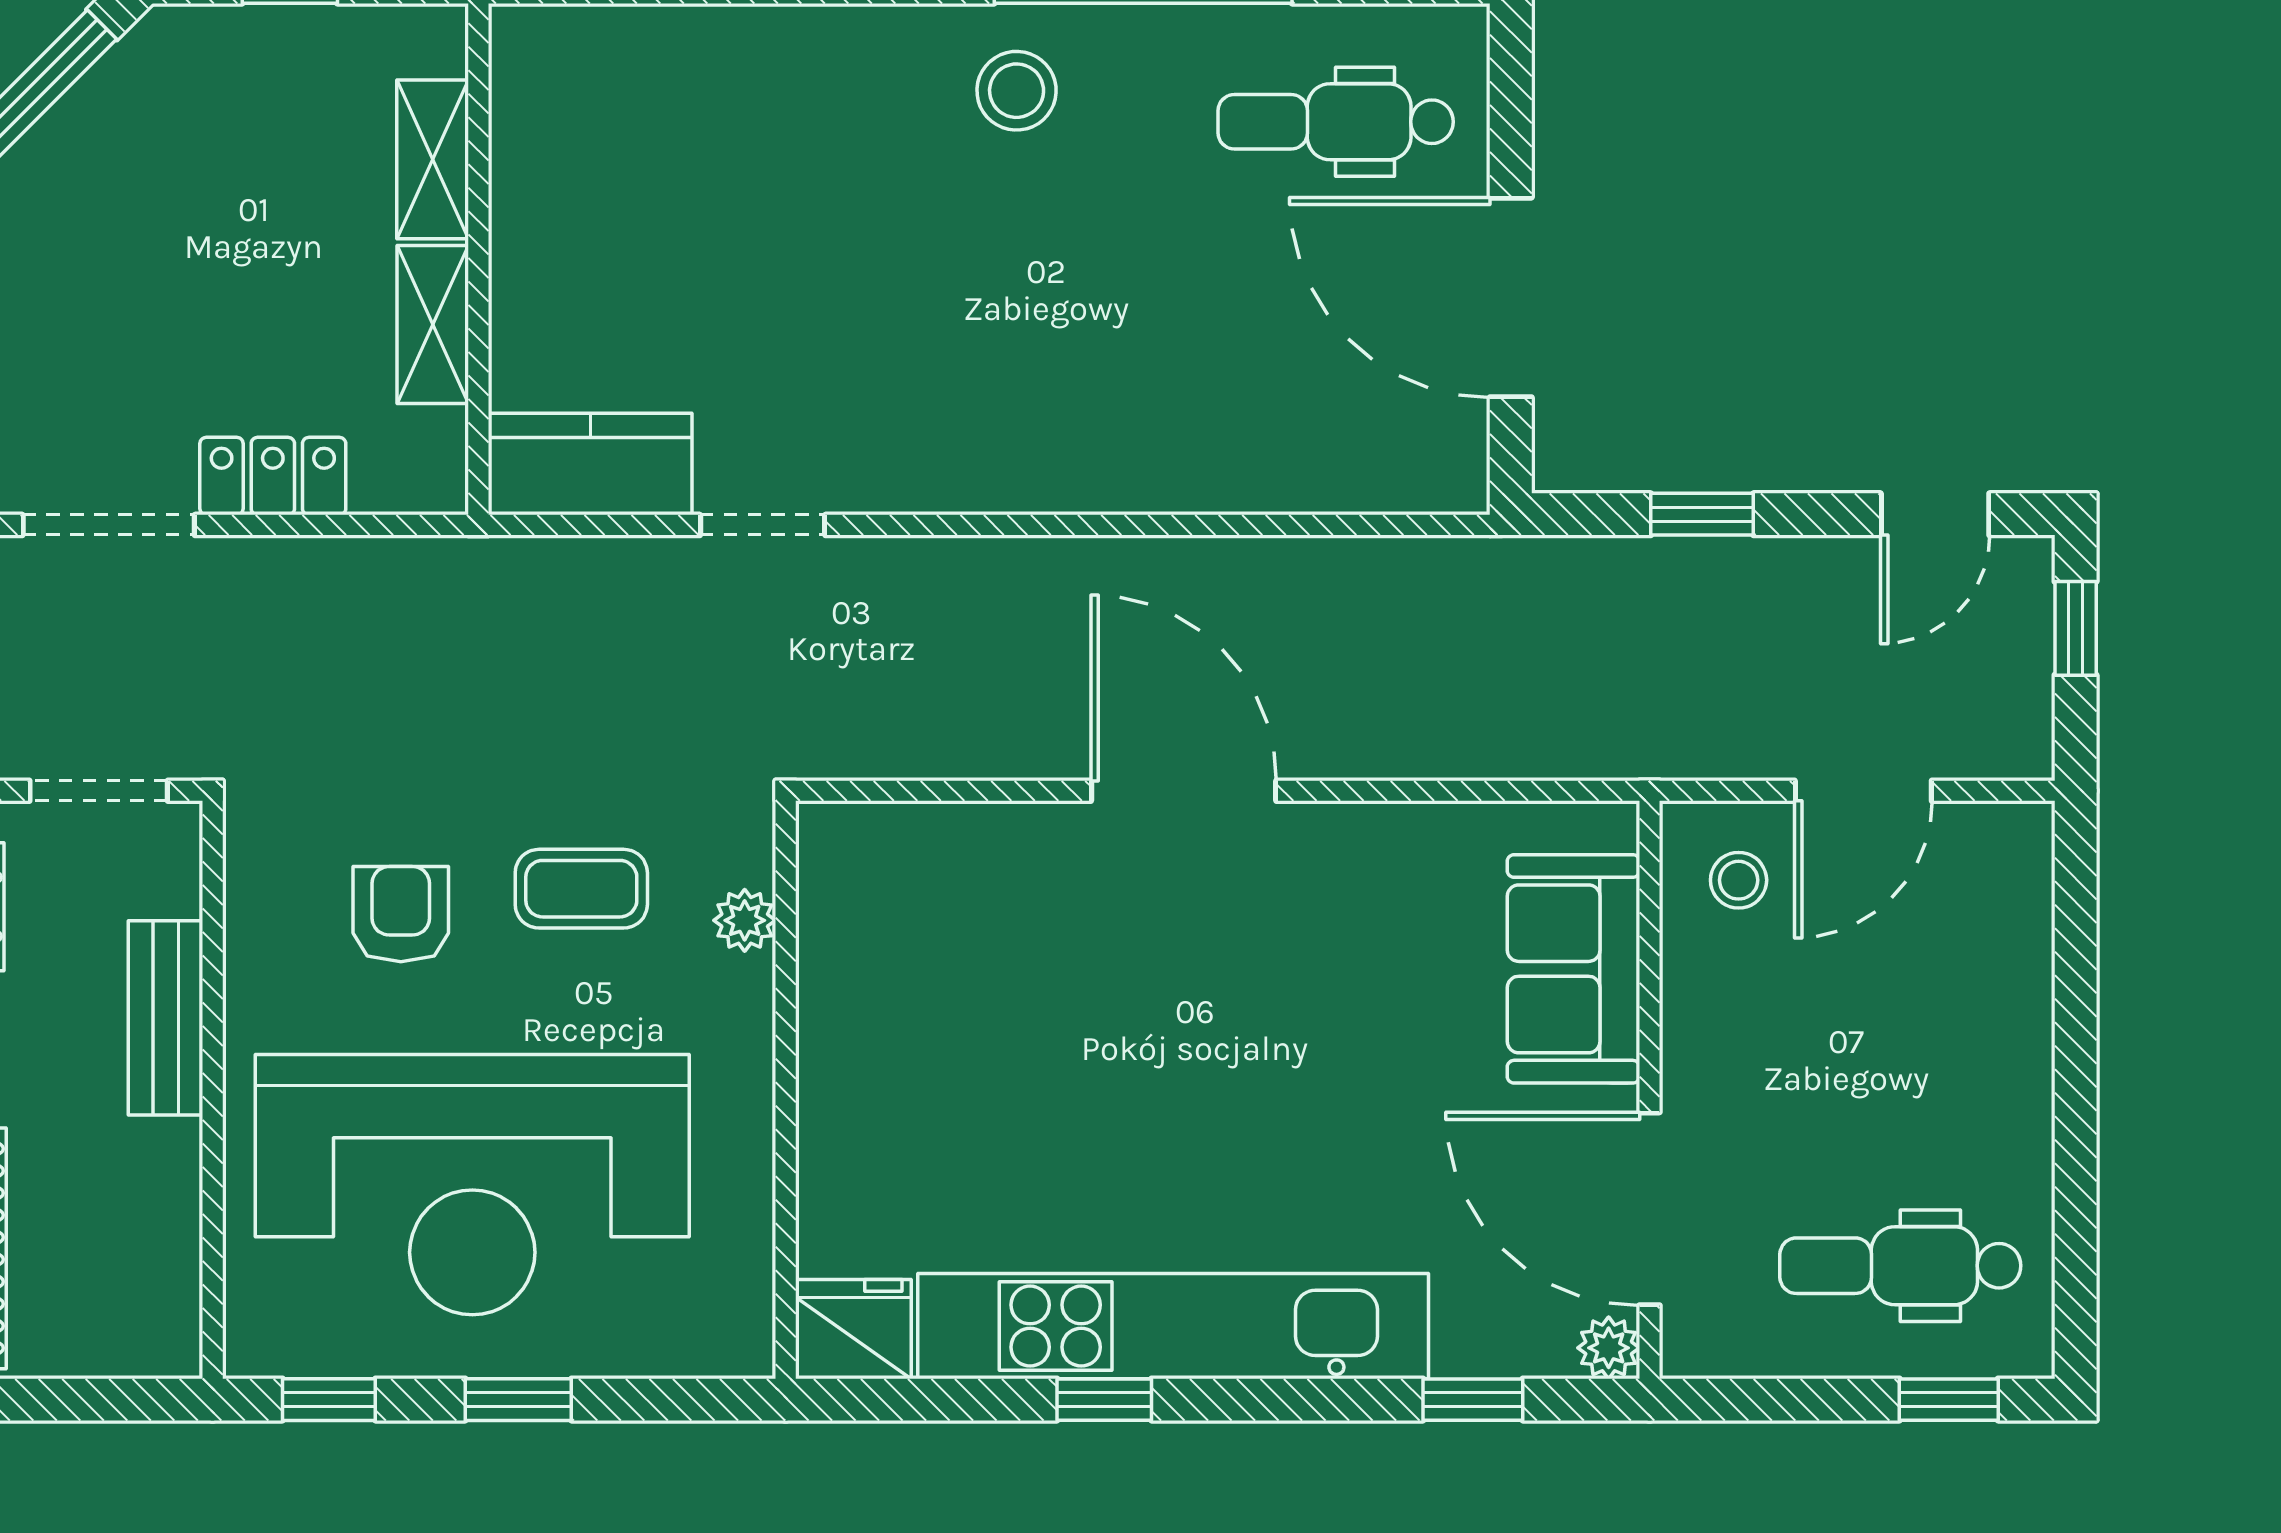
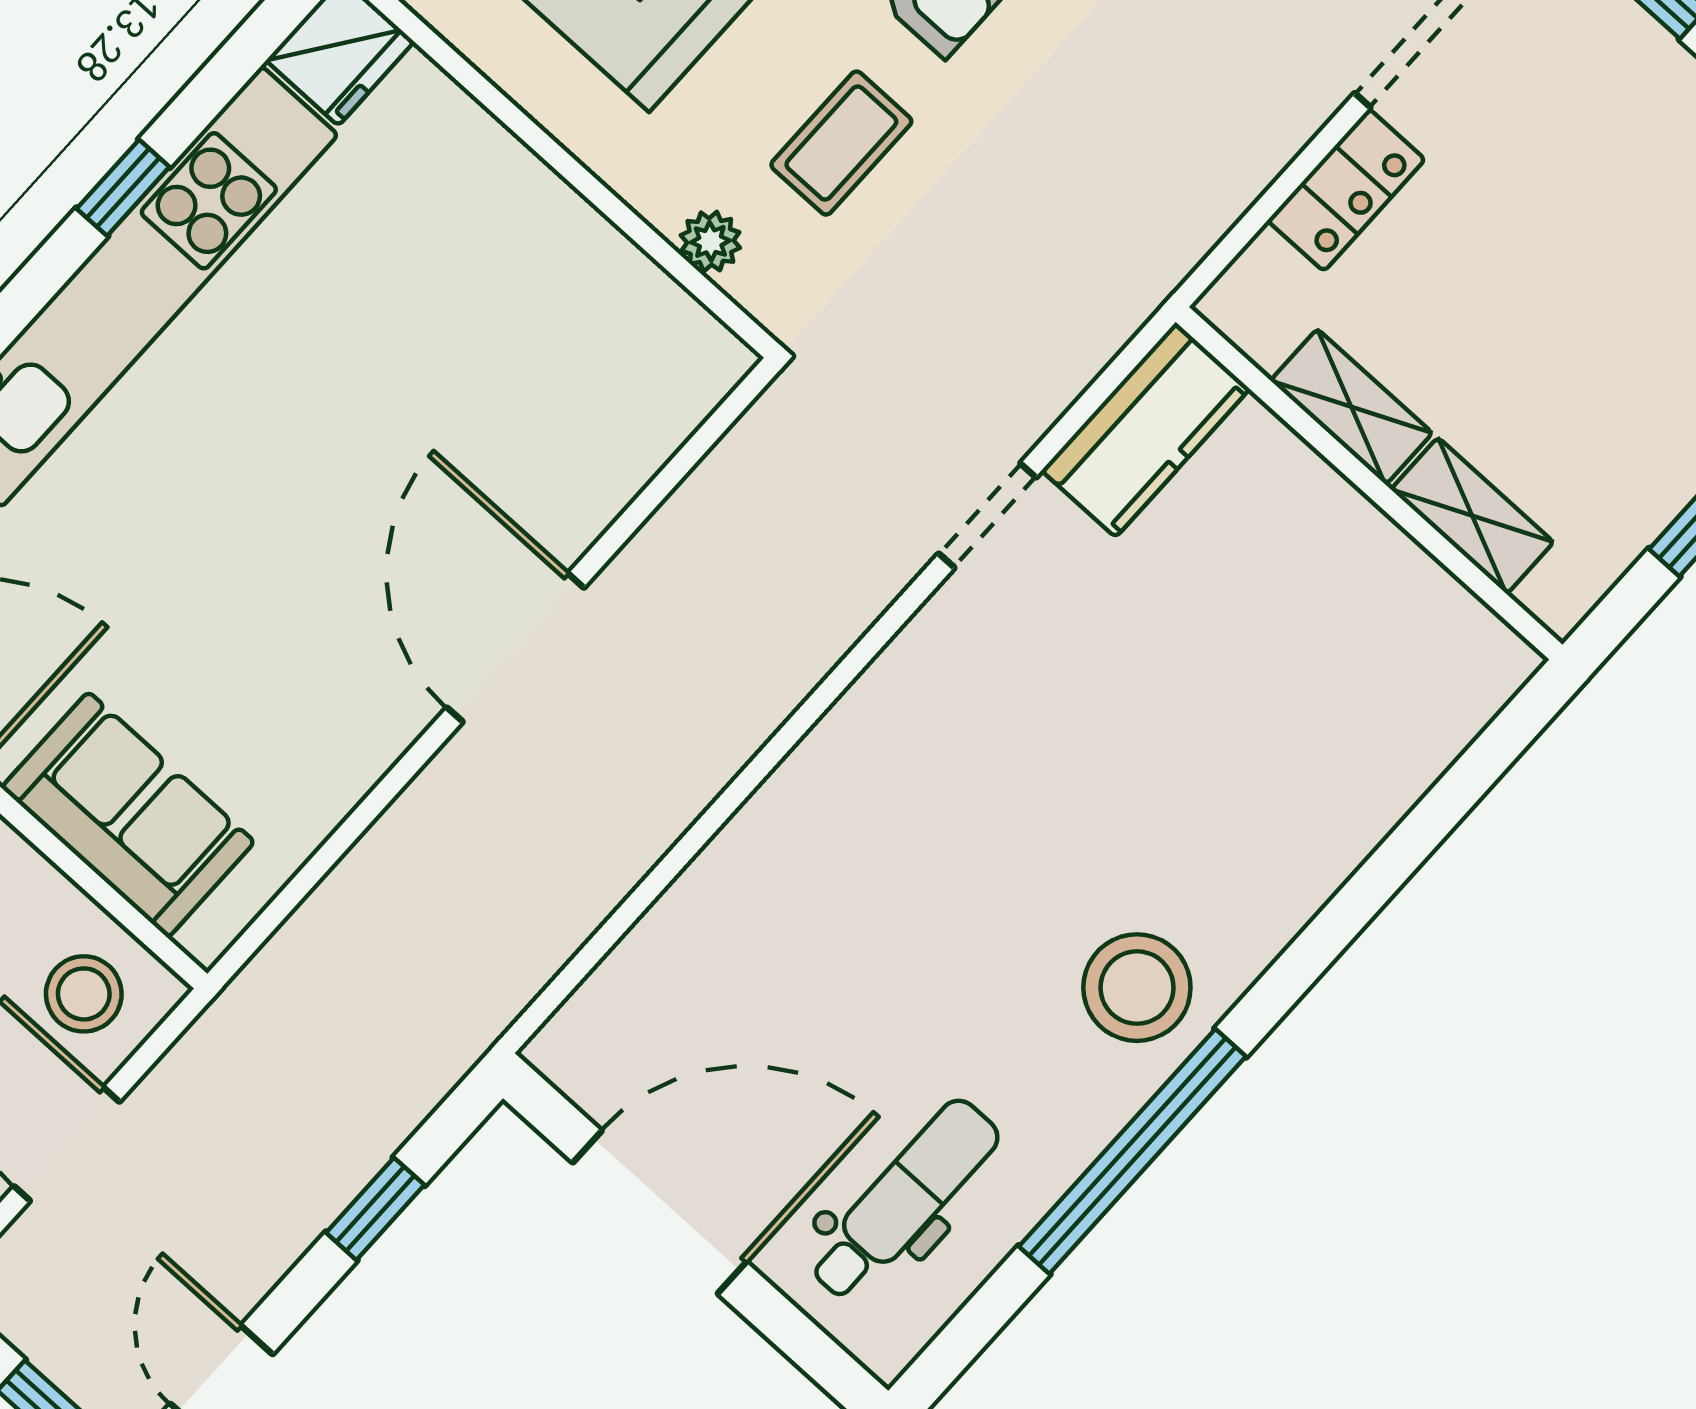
stool: (1017, 91) -> (1137, 988), width x1.38, depth x1.38
door: (1184, 791) -> (515, 648), swing flipped
stool: (1739, 880) -> (84, 994), width x1.37, depth x1.37

